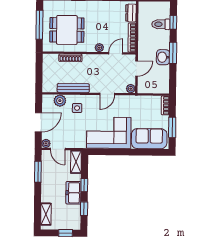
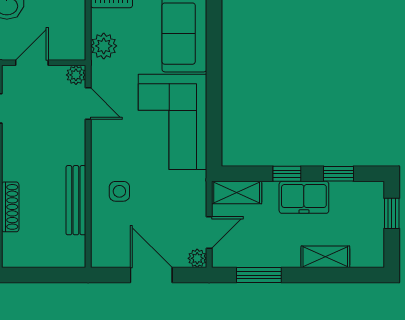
door: (137, 68) -> (32, 63), hinge flipped
door: (107, 94) -> (88, 104), moved
plant: (60, 101) -> (104, 46), moved
shelving: (46, 214) -> (325, 257), moved

